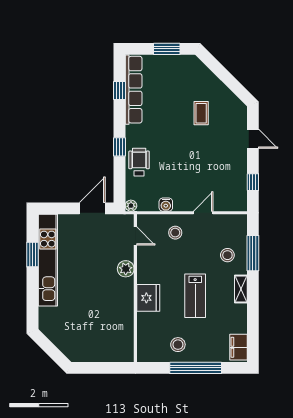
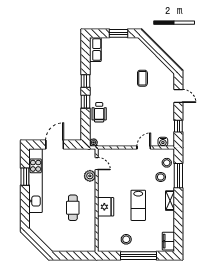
window: (119, 90) -> (86, 81), moved
row of seats: (134, 90) -> (95, 50), width x0.50
wheelchair: (139, 162) -> (99, 112), turned 180
water cooler: (166, 205) -> (163, 142), moved
door: (92, 208) -> (55, 144), moved
stool: (175, 233) -> (167, 163), moved
plant: (126, 269) -> (90, 176), moved
cafe table: (101, 299) -> (73, 208), added

